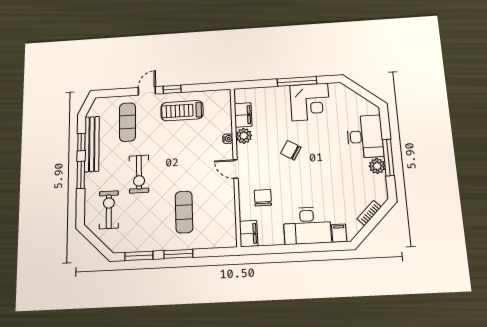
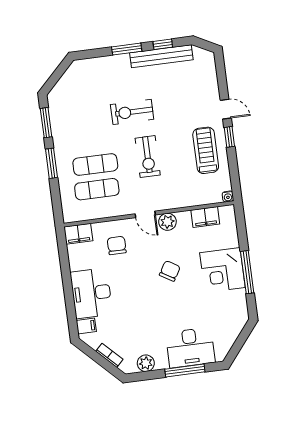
corner desk: (310, 102) -> (222, 270), moved
exercise mat: (127, 122) -> (97, 189), moved
plant: (244, 136) -> (167, 222), moved
water cooler: (228, 139) -> (228, 197), moved
window: (388, 158) -> (185, 371), moved
plant: (377, 166) -> (146, 363), moved
door: (236, 169) -> (145, 214), swing flipped
chair: (263, 198) -> (117, 245), turned -90
exercise bike: (109, 210) -> (148, 157), moved, turned 90

